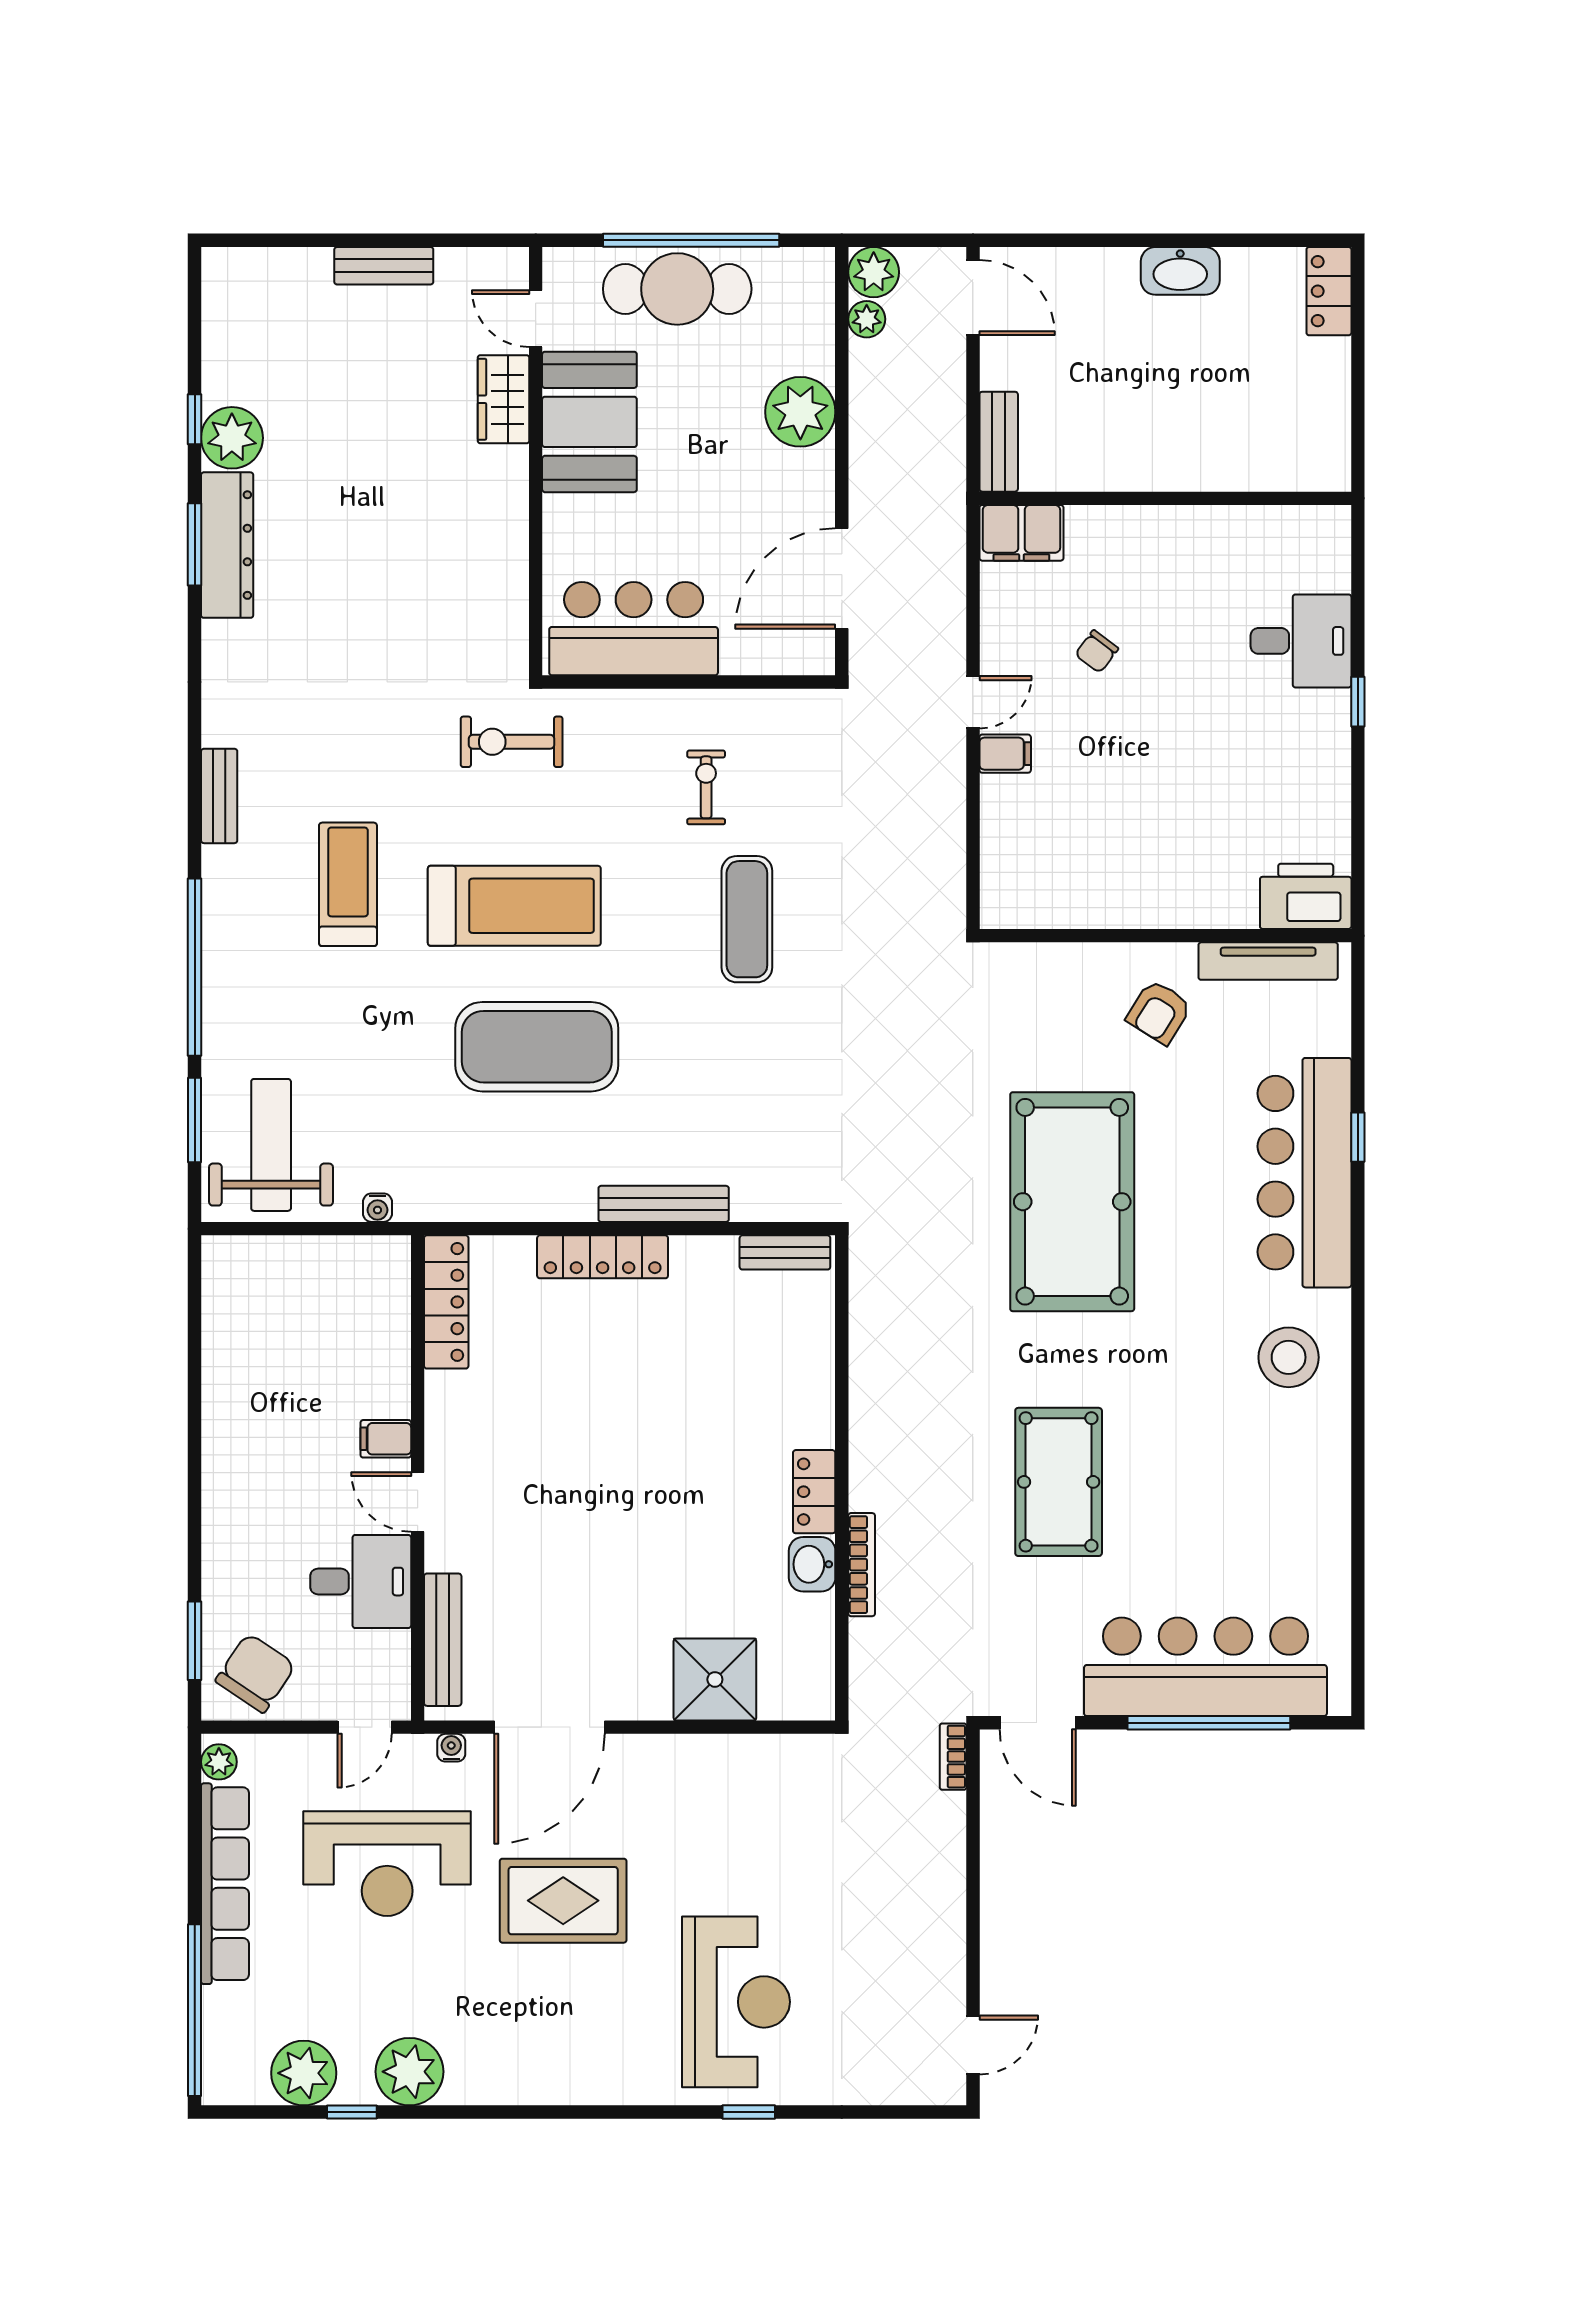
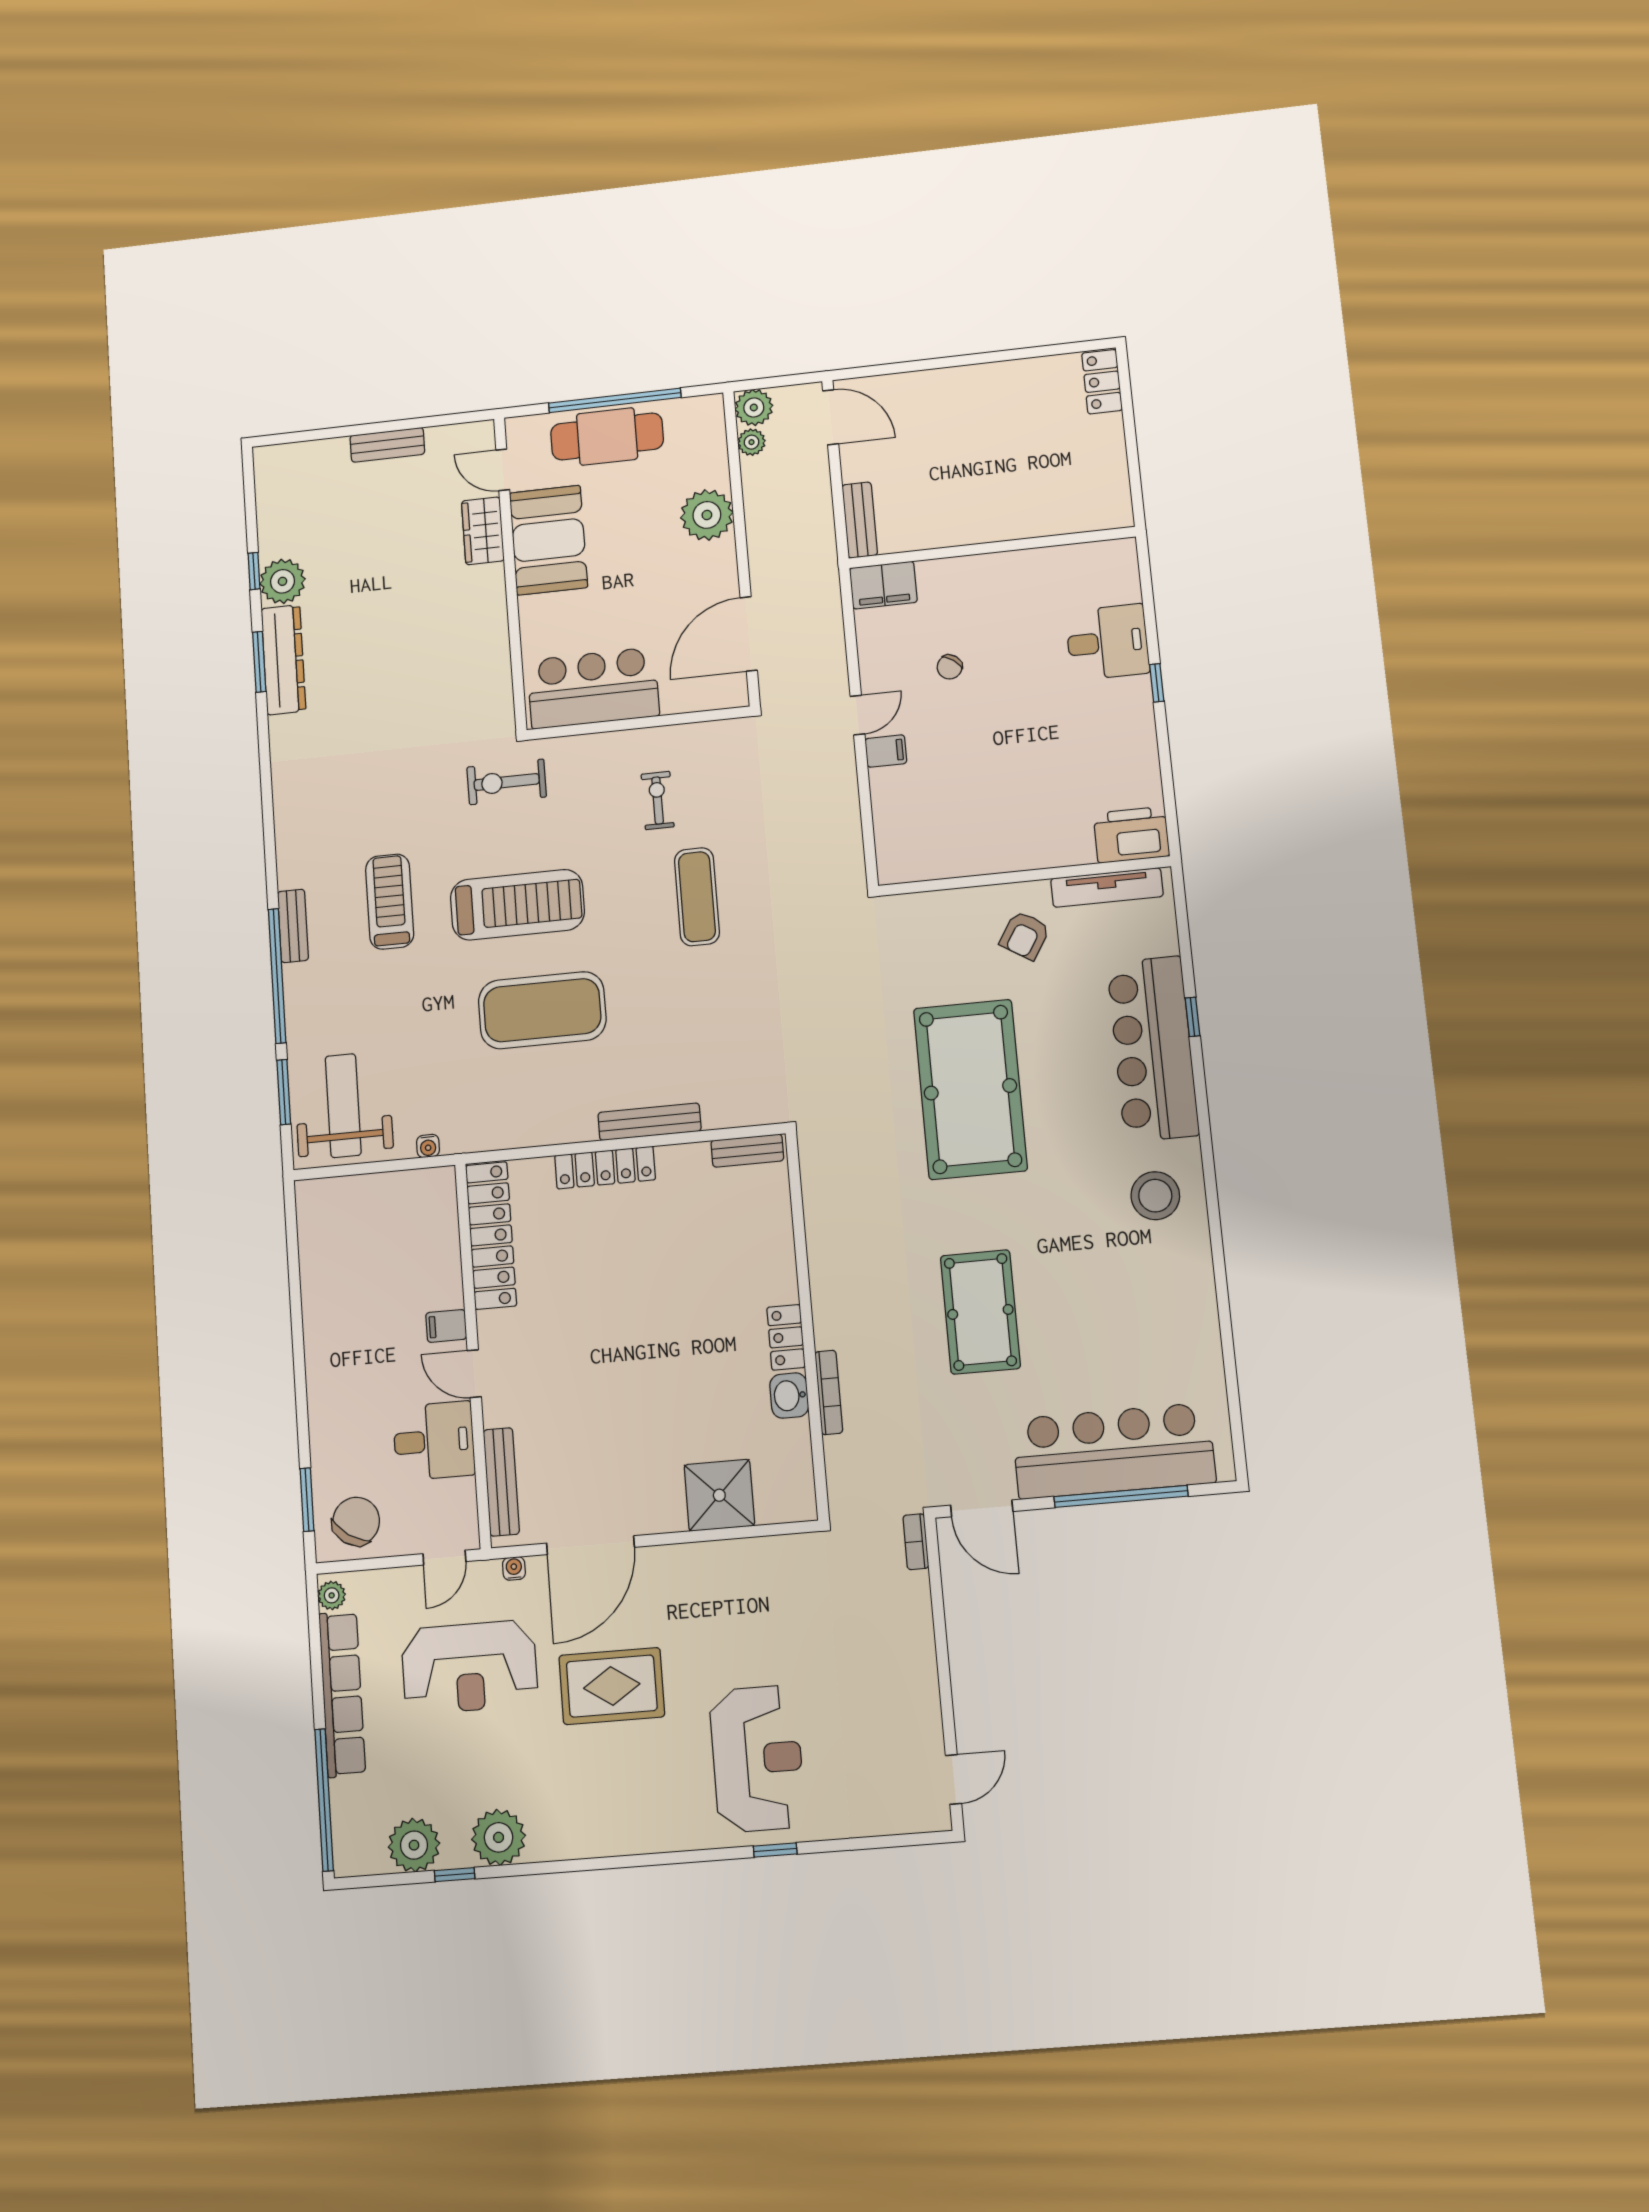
washbasin: (1180, 271) -> (987, 380), removed
bench: (219, 796) -> (293, 926), moved
locker: (446, 1302) -> (491, 1235), width x1.41, depth x1.21

